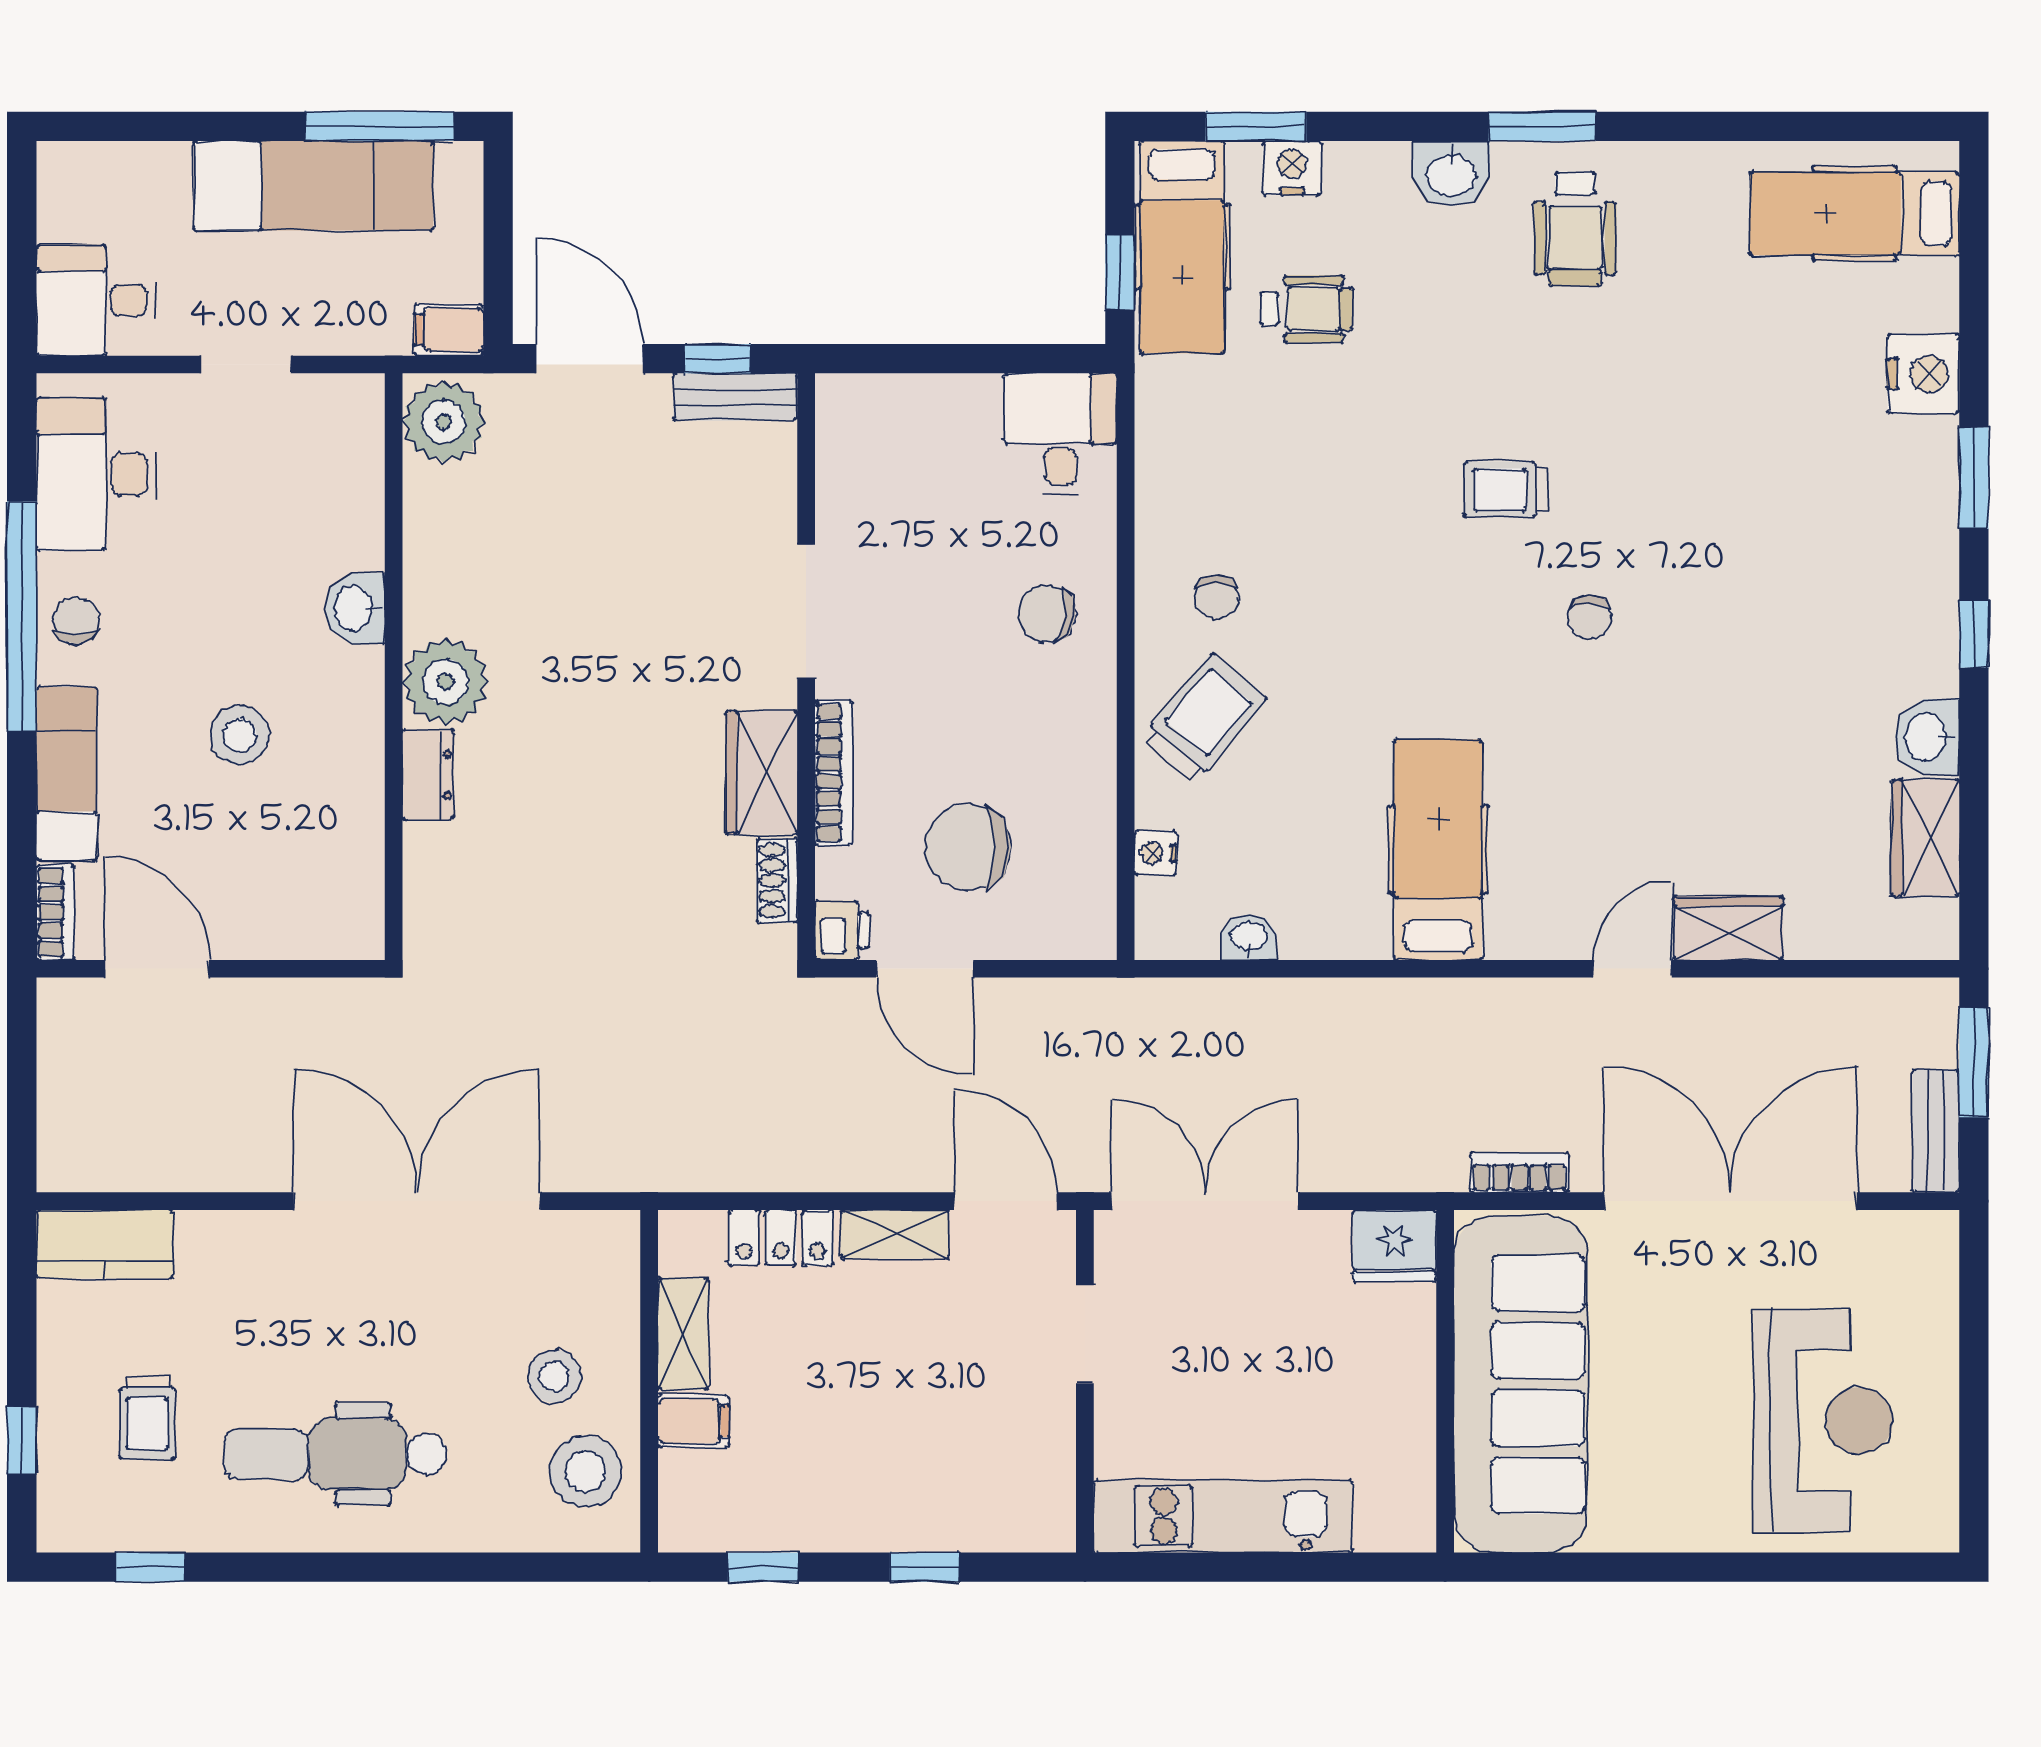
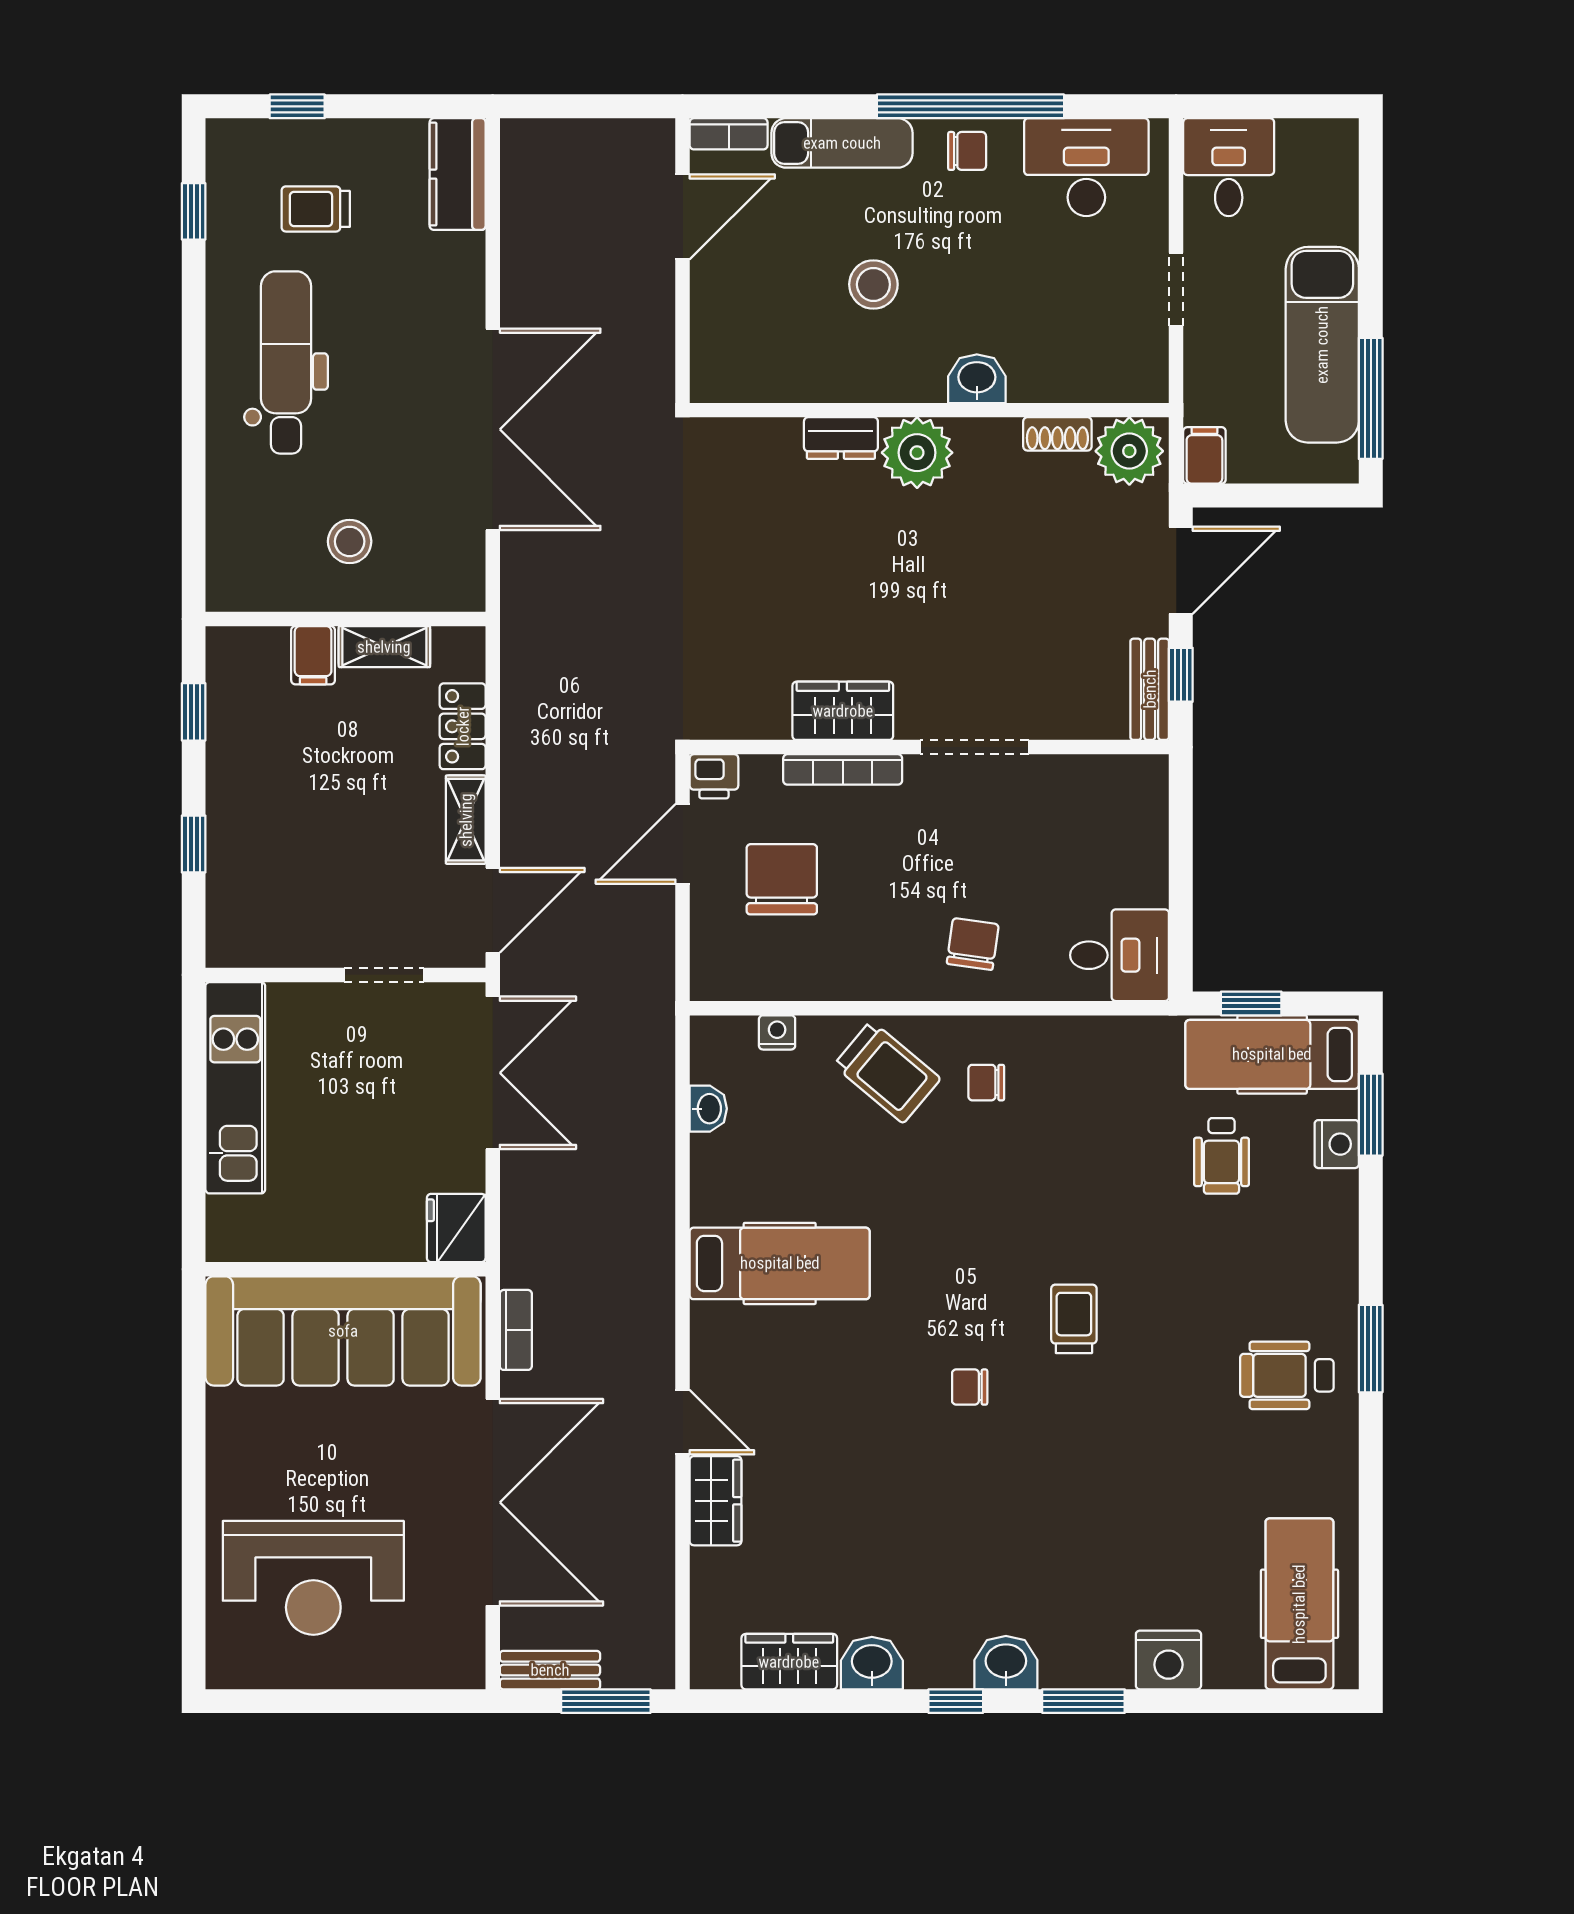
washbasin: (1451, 173) -> (1006, 1663), moved, turned 90
shoe rack: (777, 881) -> (1057, 434), moved, turned 180
stool: (585, 1471) -> (272, 567), removed

